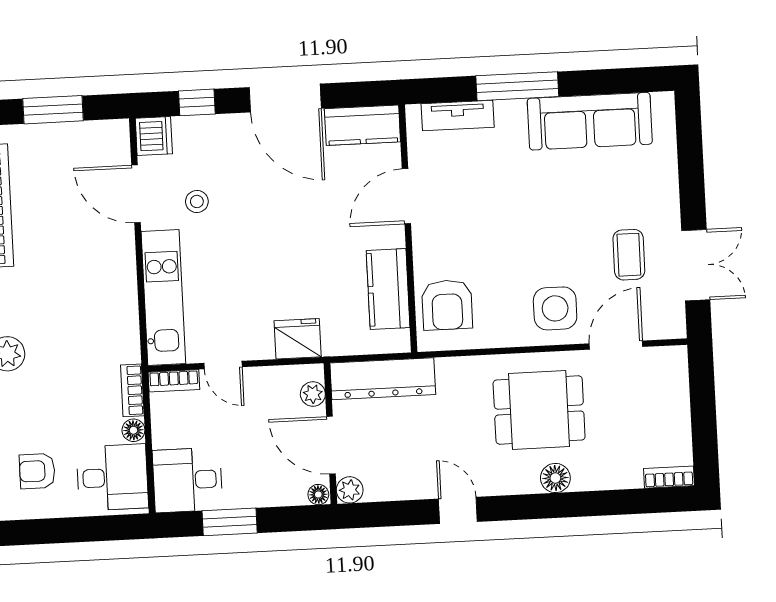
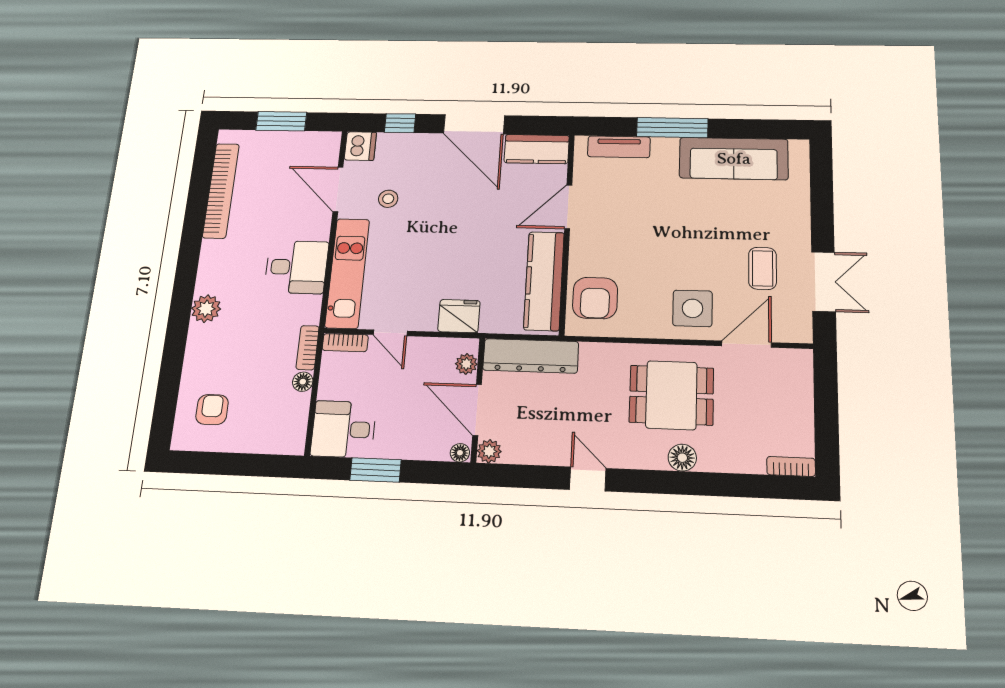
kitchen counter: (388, 289) -> (544, 281), width x1.50
armchair: (37, 471) -> (212, 410), turned 90
desk: (112, 477) -> (296, 267), moved

